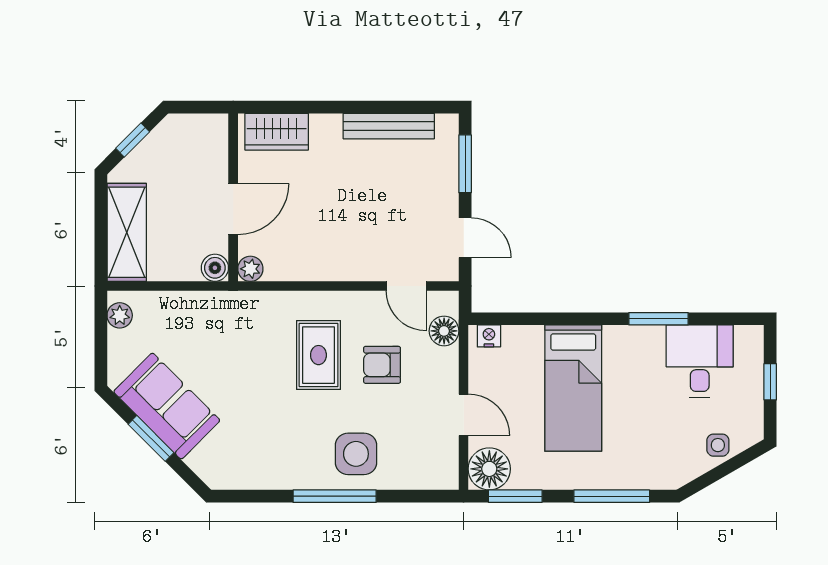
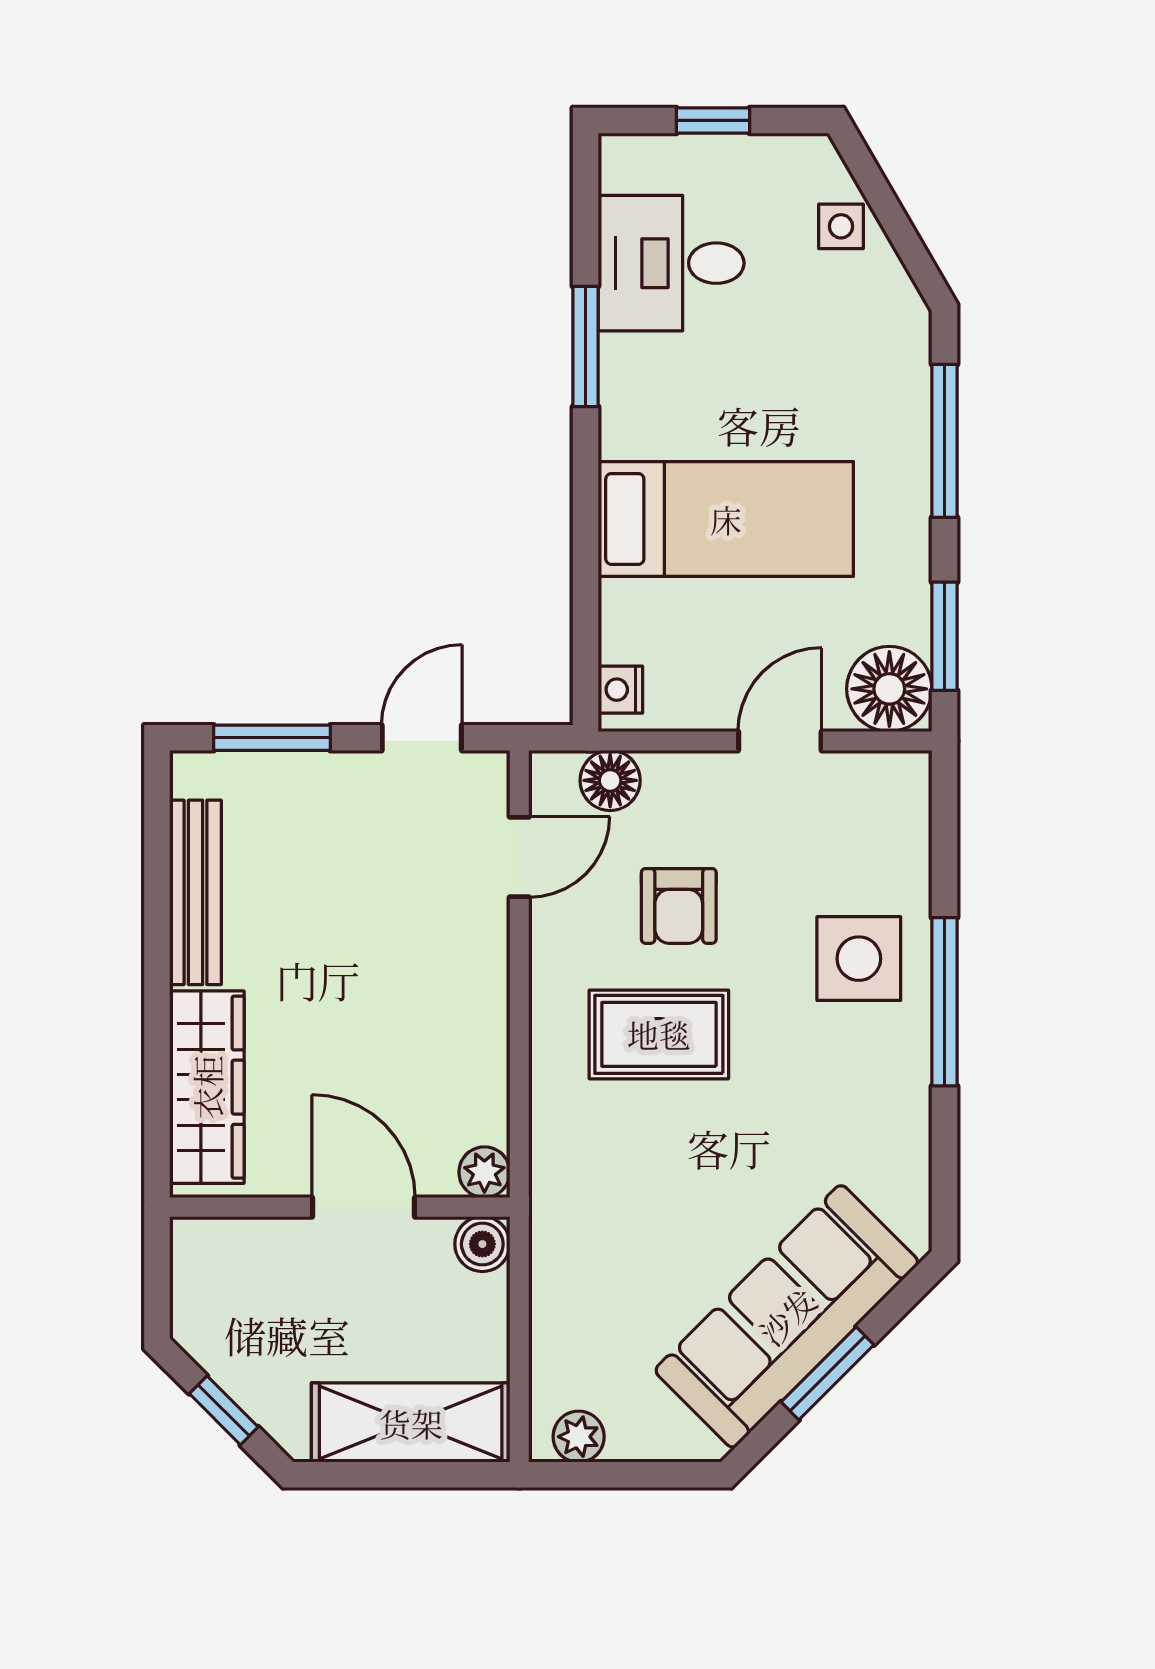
wardrobe: (277, 132) -> (207, 1087), width x1.50
sofa: (167, 406) -> (787, 1316), width x1.36

